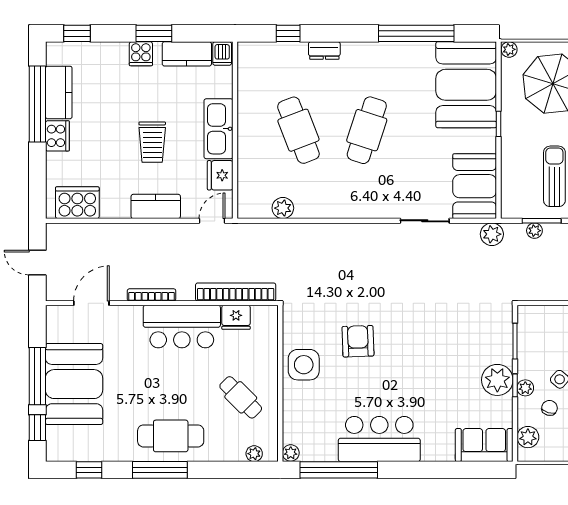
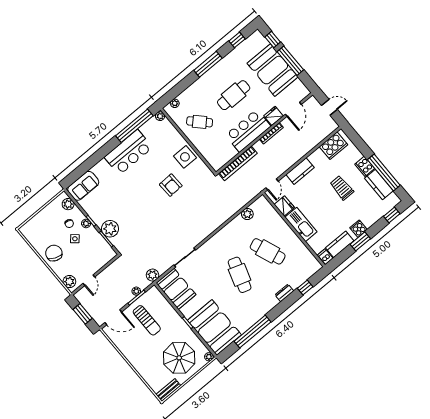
trolley: (152, 142) -> (342, 188), moved
fridge: (236, 317) -> (274, 116), moved
plant: (497, 380) -> (110, 229), moved
cafe table: (171, 436) -> (234, 95), moved

